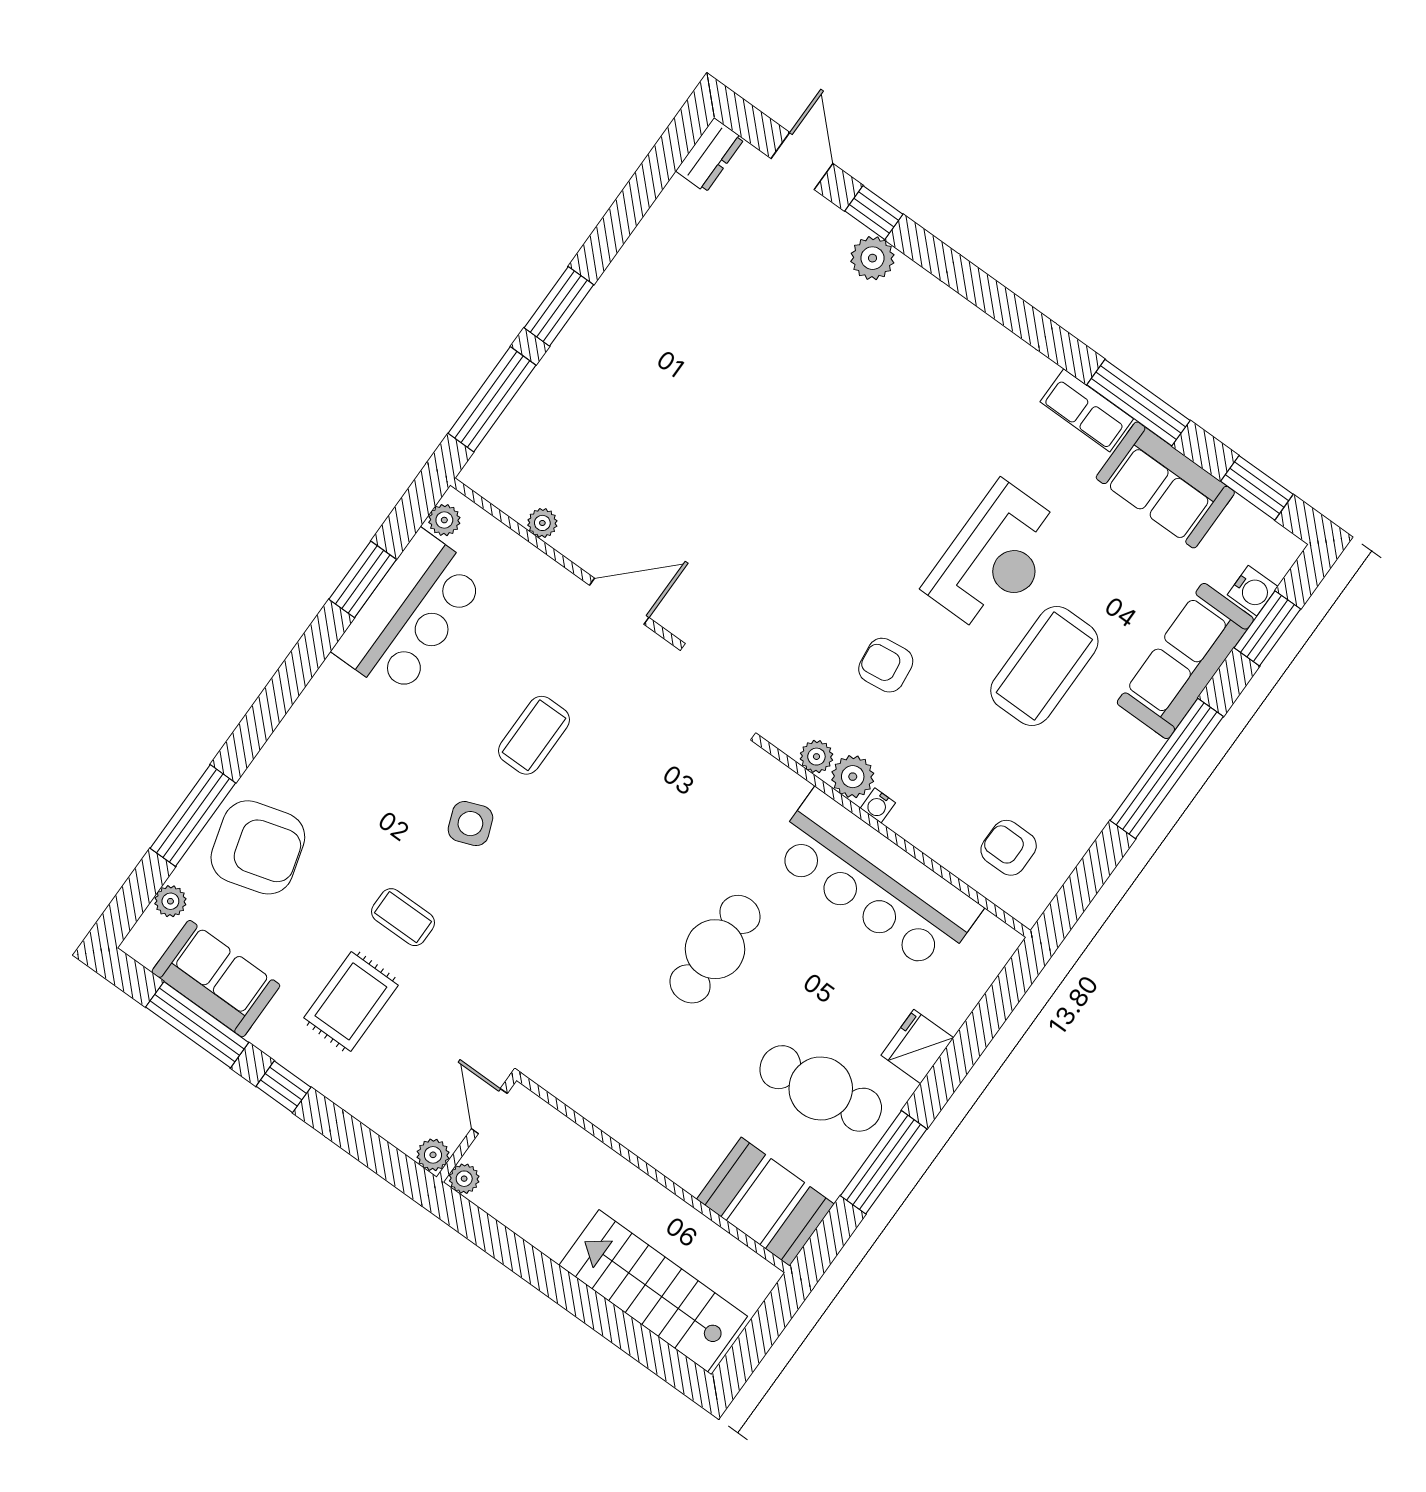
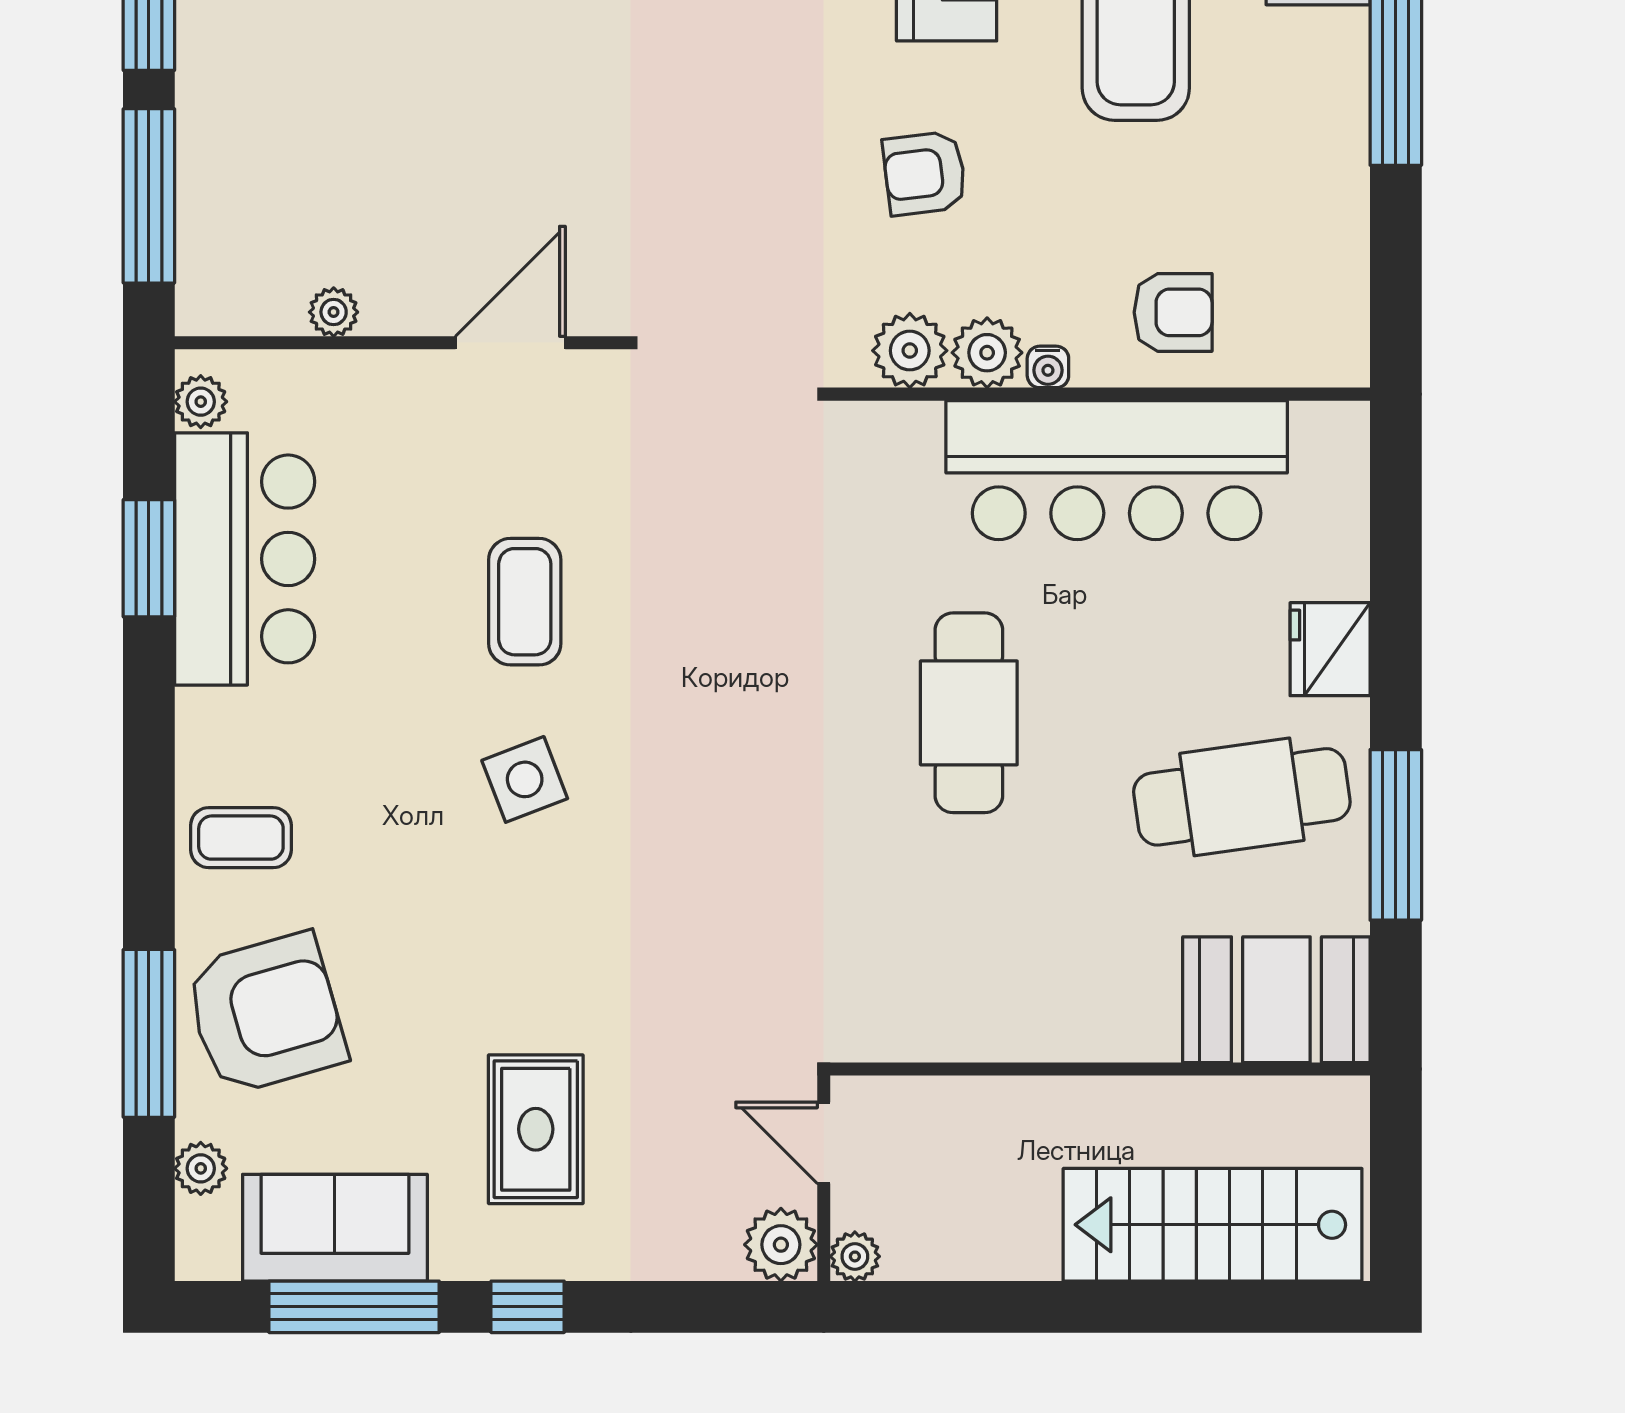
plant: (816, 757) -> (910, 351), width x1.38, depth x1.38
armchair: (1009, 848) -> (1173, 312), moved, turned 180
coffee table: (403, 917) -> (241, 838), moved
plant: (433, 1155) -> (781, 1245), width x1.38, depth x1.38

